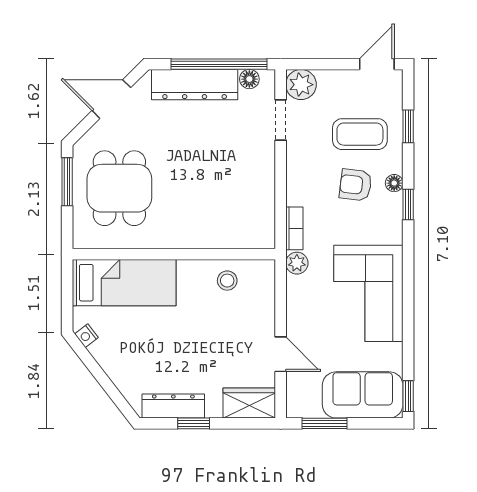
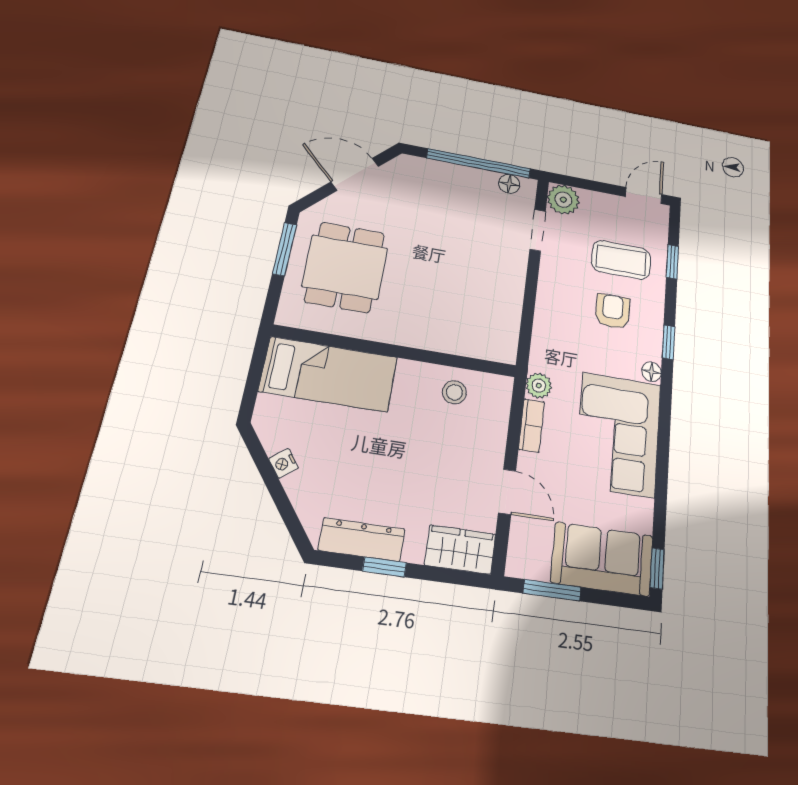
dresser: (195, 85) -> (449, 178), removed
floor lamp: (394, 183) -> (651, 372), moved
armchair: (356, 185) -> (613, 311), turned 83
bookcase: (294, 228) -> (532, 425), moved
nightstand: (86, 336) -> (283, 463), moved

